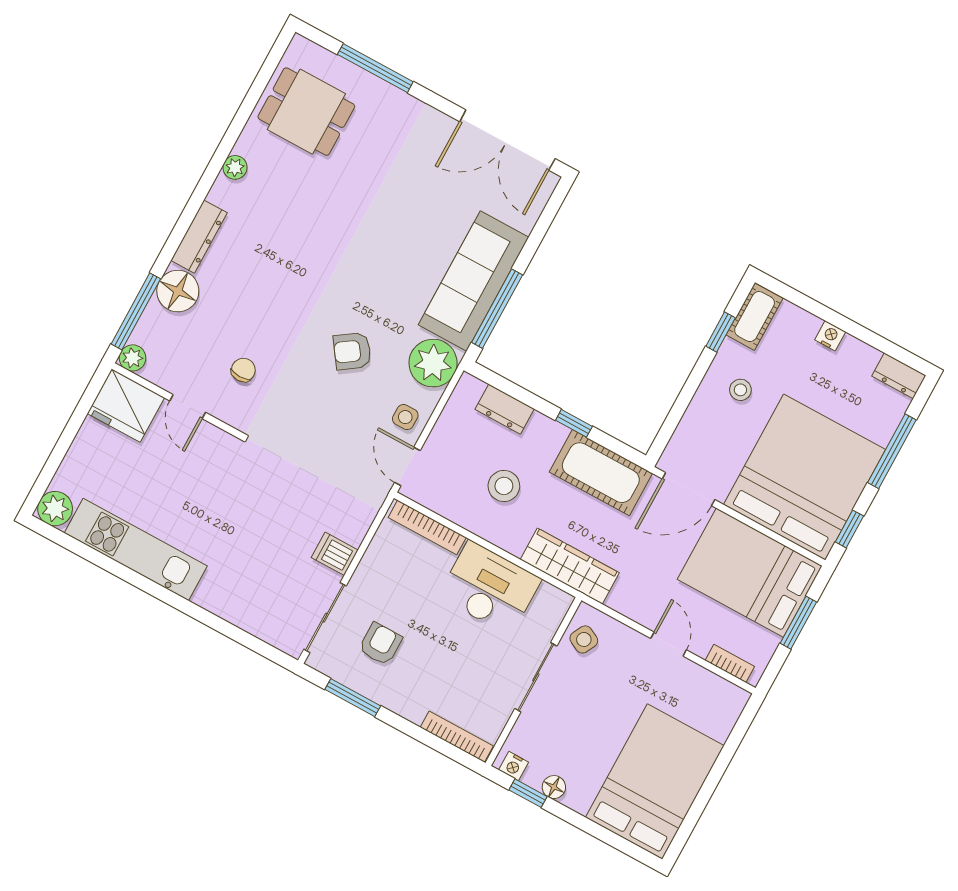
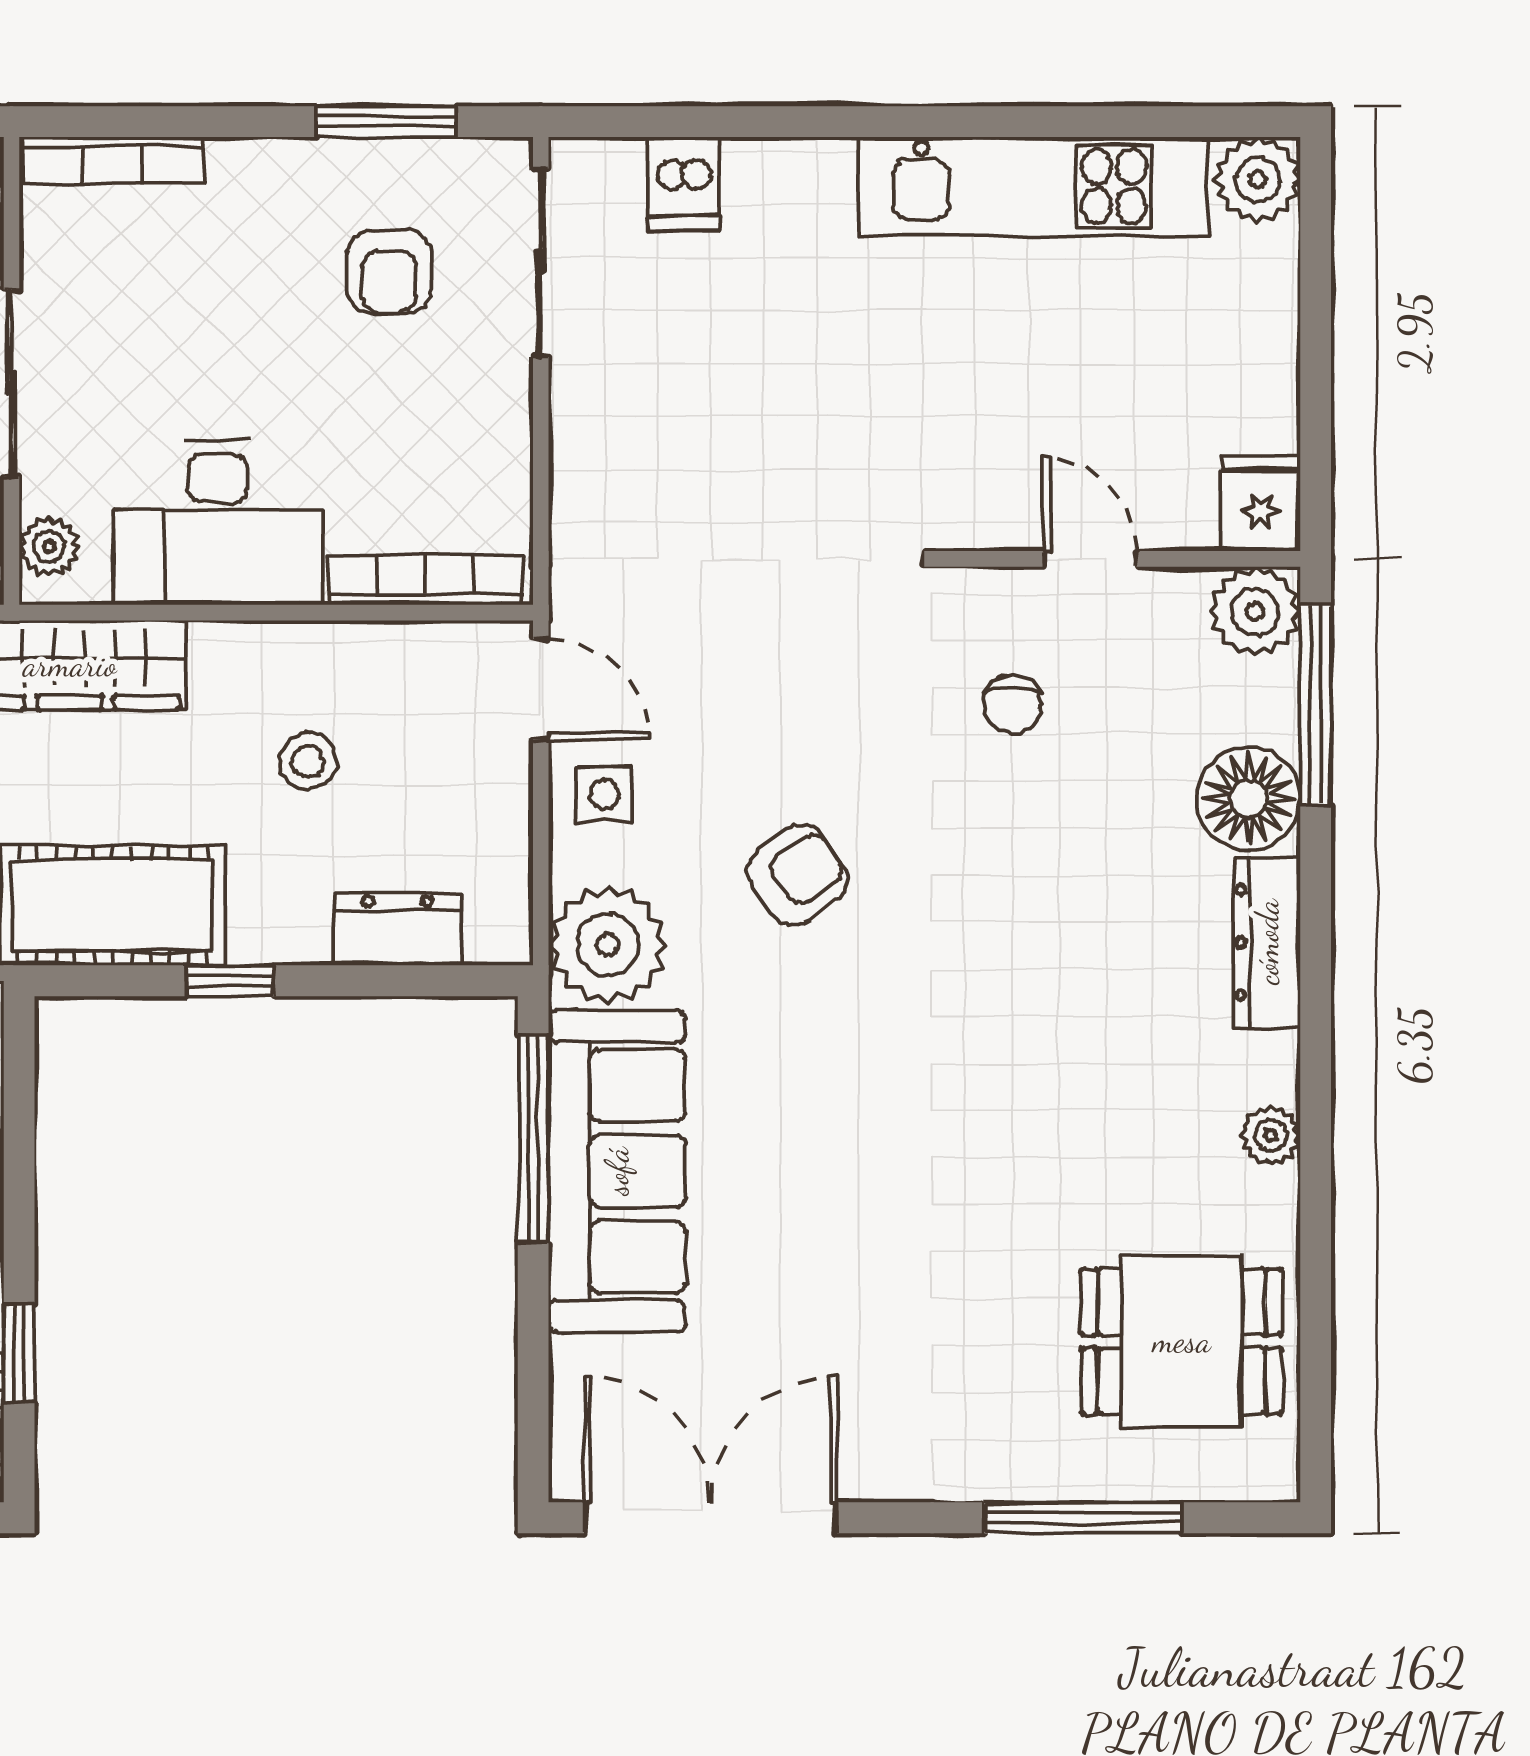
plant: (133, 358) -> (1255, 612), width x1.38, depth x1.38
fridge: (126, 406) -> (1261, 504), width x0.53, depth x0.75
stool: (504, 486) -> (308, 761), width x0.73, depth x0.73
dishwasher: (335, 554) -> (684, 184), moved, turned 90
plant: (554, 612) -> (49, 547), added

